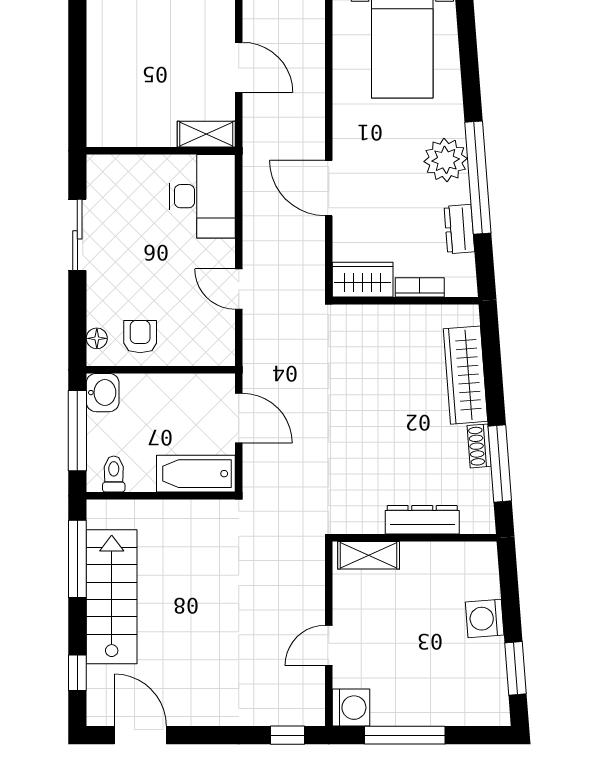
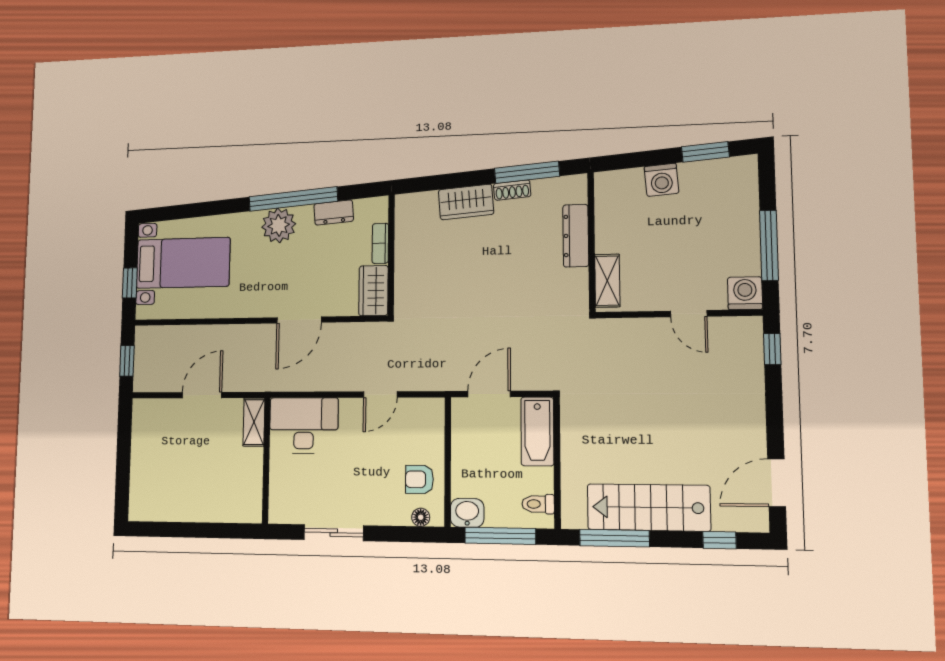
wardrobe: (465, 375) -> (466, 202), width x0.67

